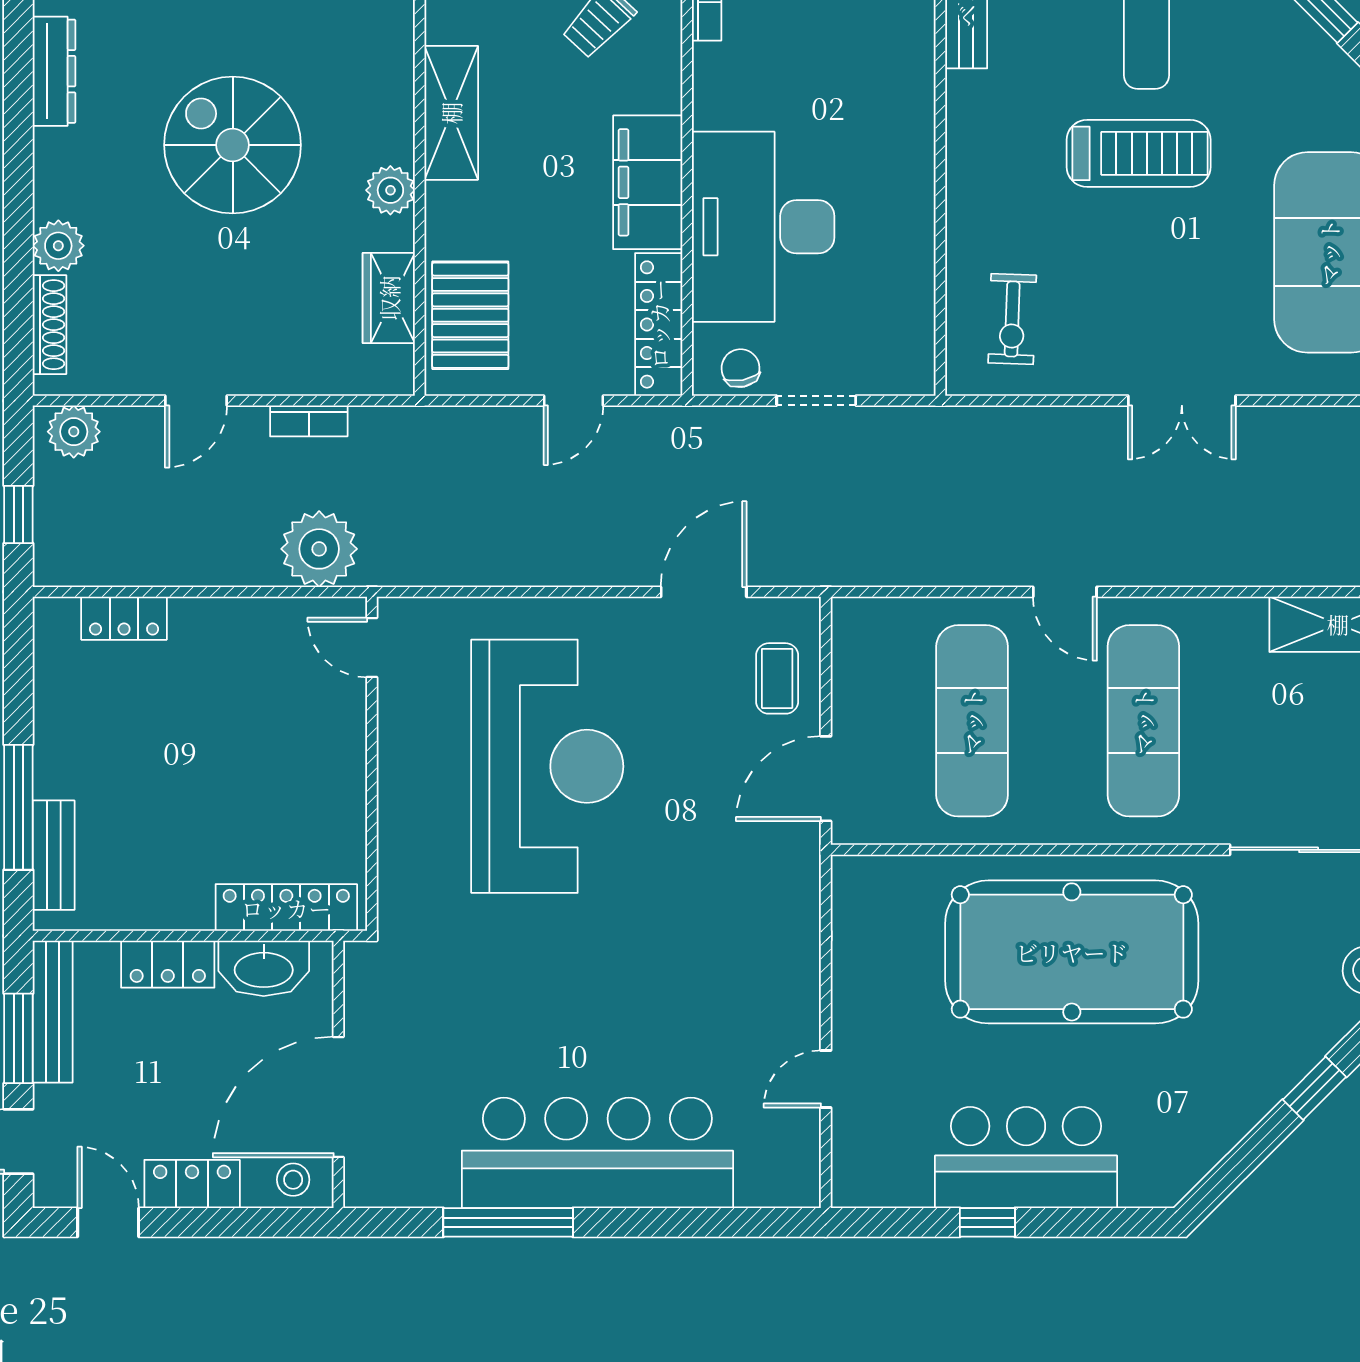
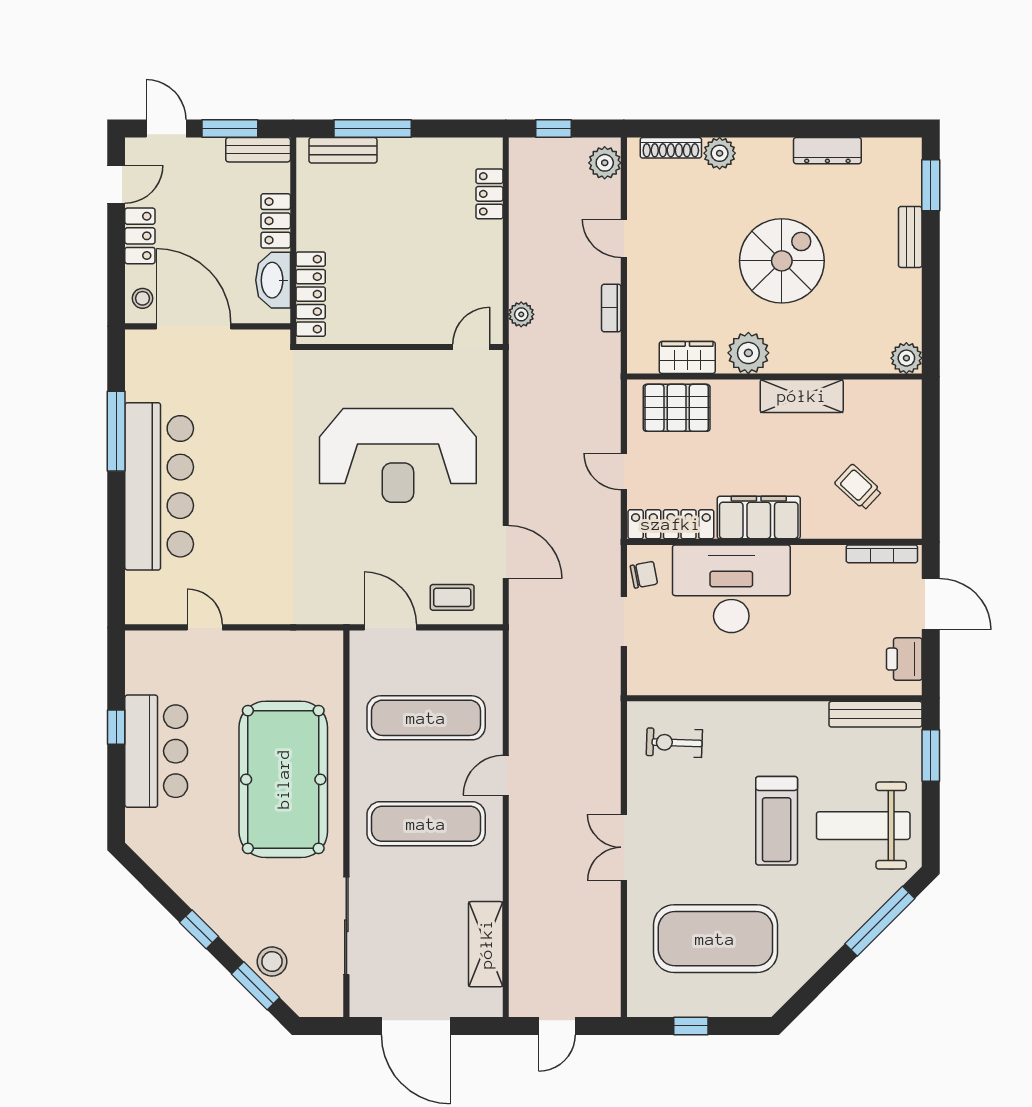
plant: (390, 190) -> (748, 353), width x1.36, depth x1.36
plant: (319, 549) -> (521, 314), width x0.53, depth x0.53
bench: (53, 1012) -> (258, 150), width x0.73

